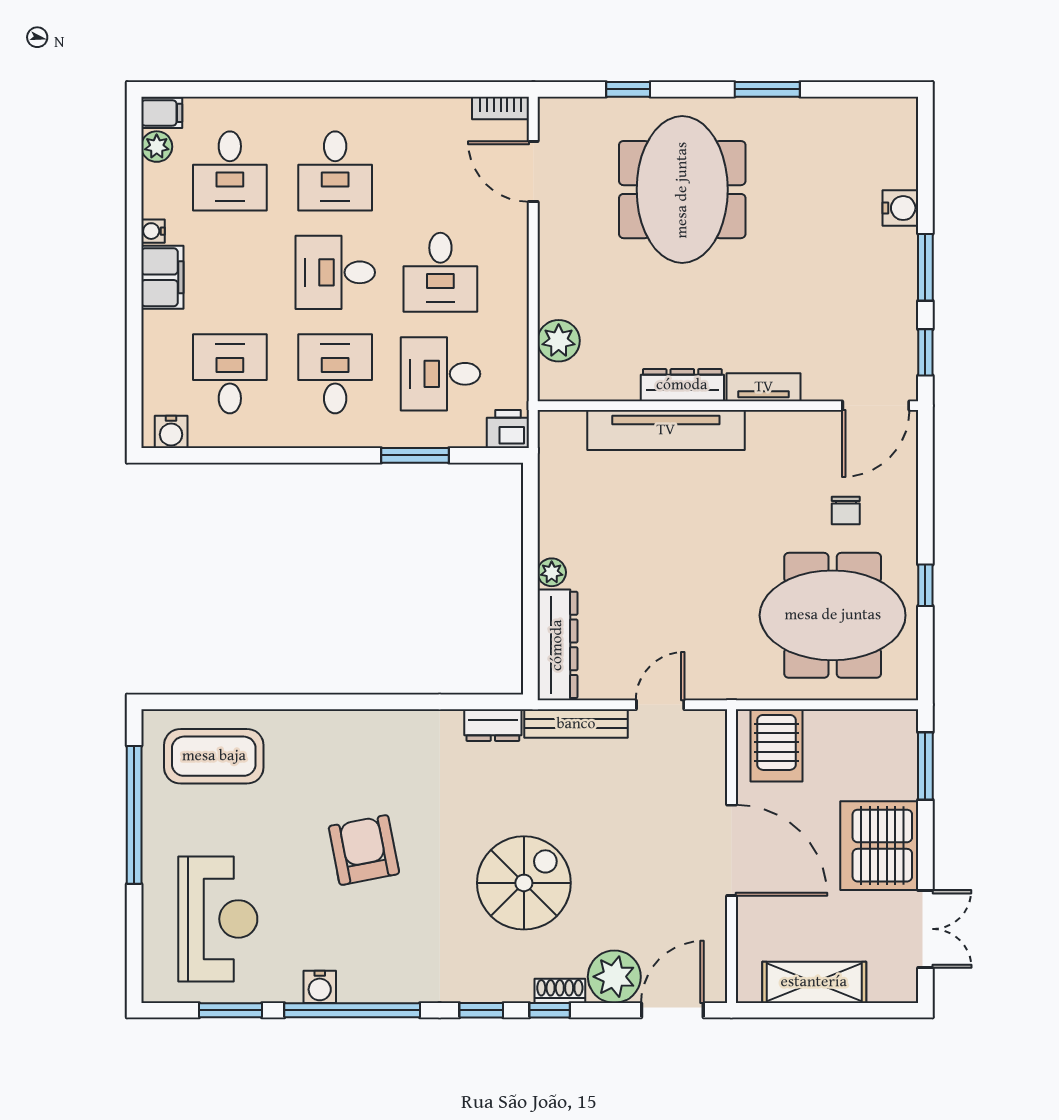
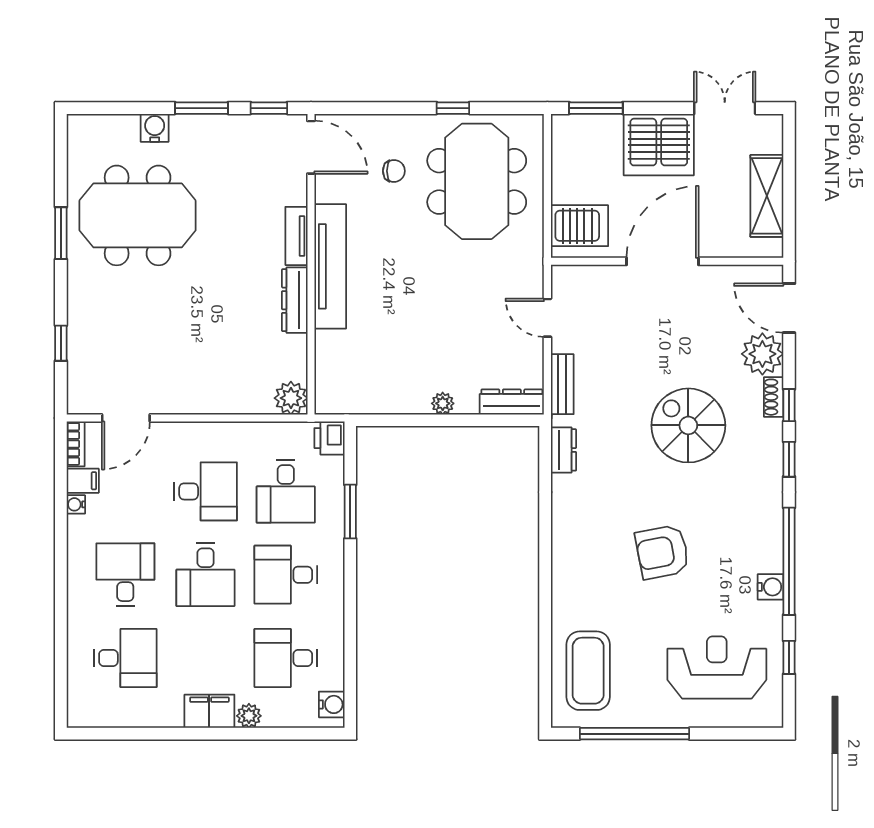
filing cabinet: (162, 113) -> (83, 481), moved, turned 90
plant: (157, 147) -> (249, 716), moved
desk: (335, 171) -> (125, 575), turned -90
meeting table: (682, 190) -> (138, 215), moved
water cooler: (153, 231) -> (76, 504), moved, turned 90
plant: (559, 341) -> (291, 398), moved
tv unit: (666, 430) -> (330, 266), moved
dresser: (557, 645) -> (512, 402), width x0.73, depth x0.80
bench: (576, 724) -> (562, 384), width x0.73
window: (231, 1010) -> (789, 657), width x0.67

